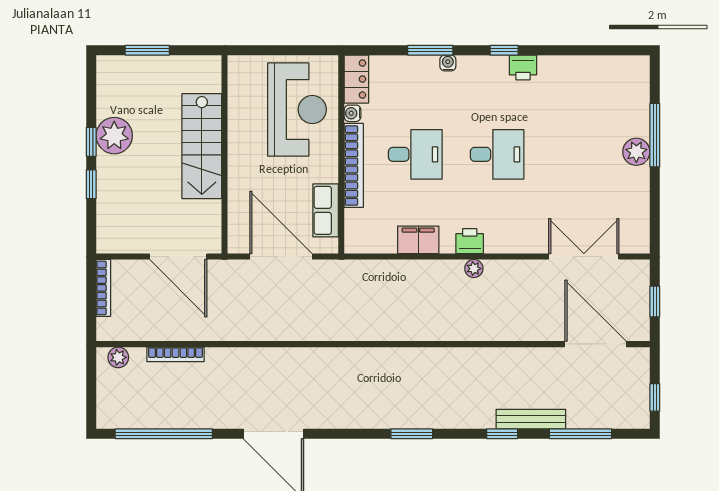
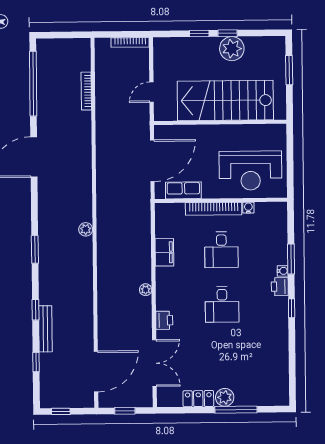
printer: (523, 67) -> (280, 287), moved
locker: (356, 79) -> (198, 399), moved, turned 180
stairs: (202, 146) -> (225, 100), width x1.36, depth x1.51
printer: (470, 241) -> (164, 320), moved
door: (178, 257) -> (152, 92), width x0.53
plant: (118, 357) -> (86, 229), moved
window: (581, 434) -> (36, 362), width x0.46

